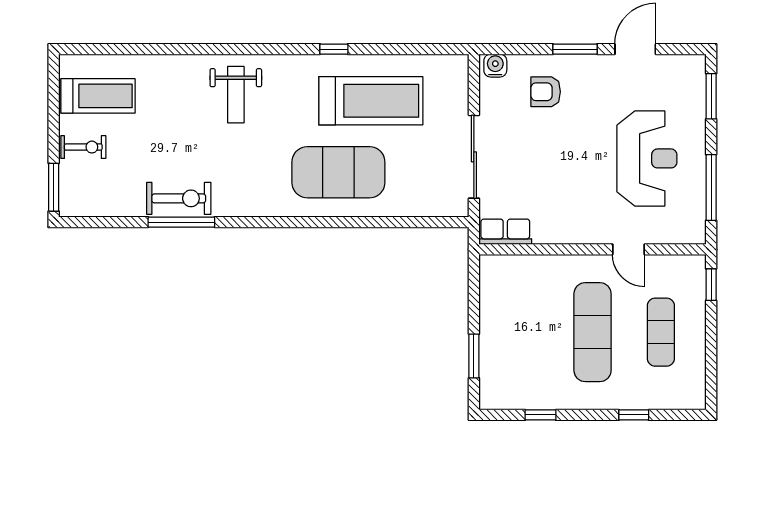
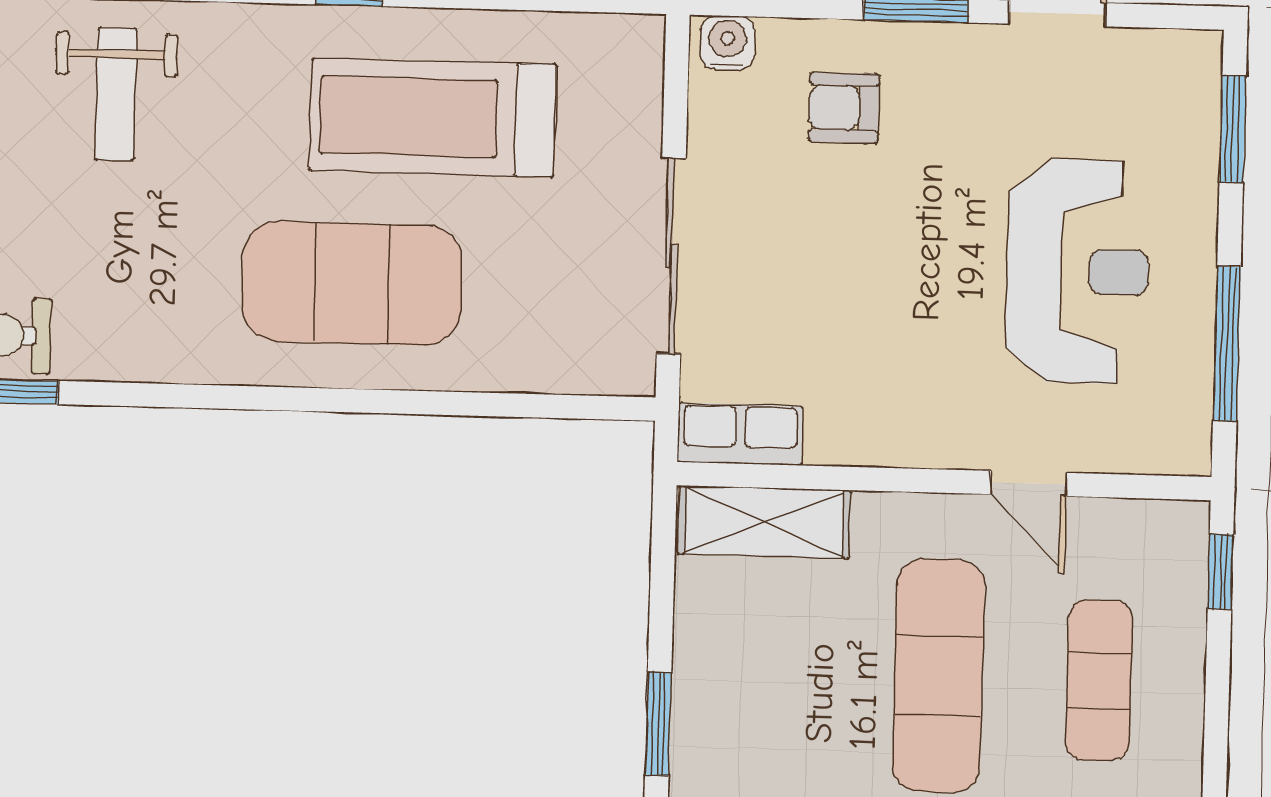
treadmill: (371, 101) -> (433, 117), turned 180
shelving: (517, 269) -> (764, 522), added

